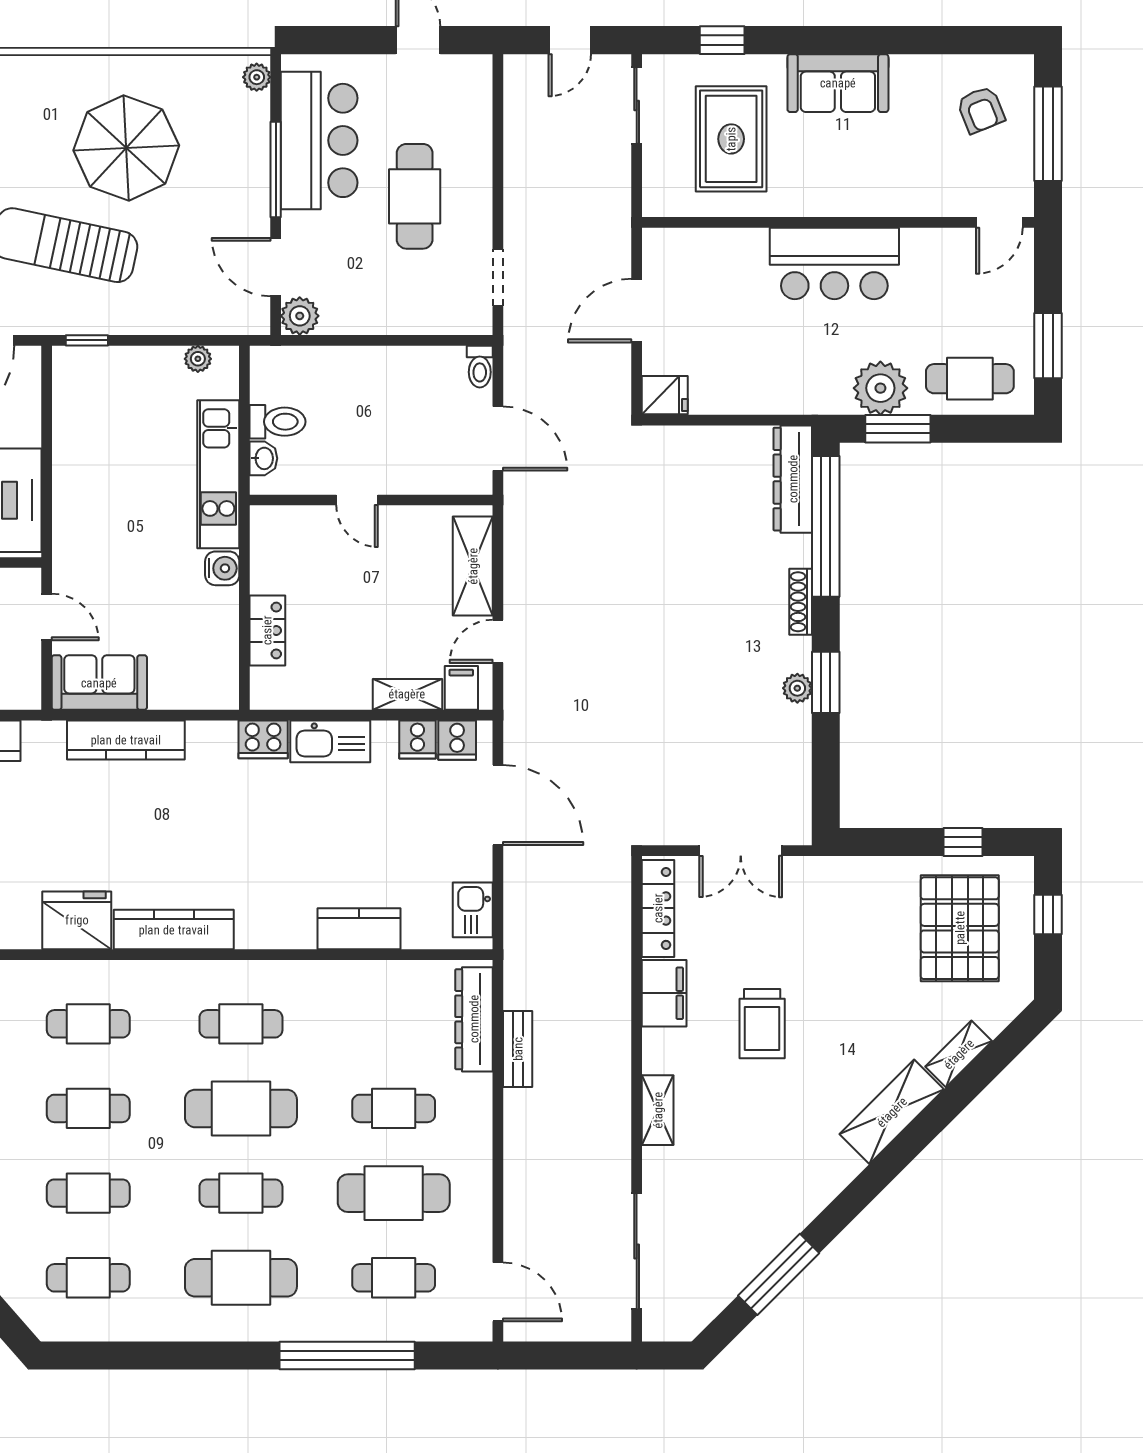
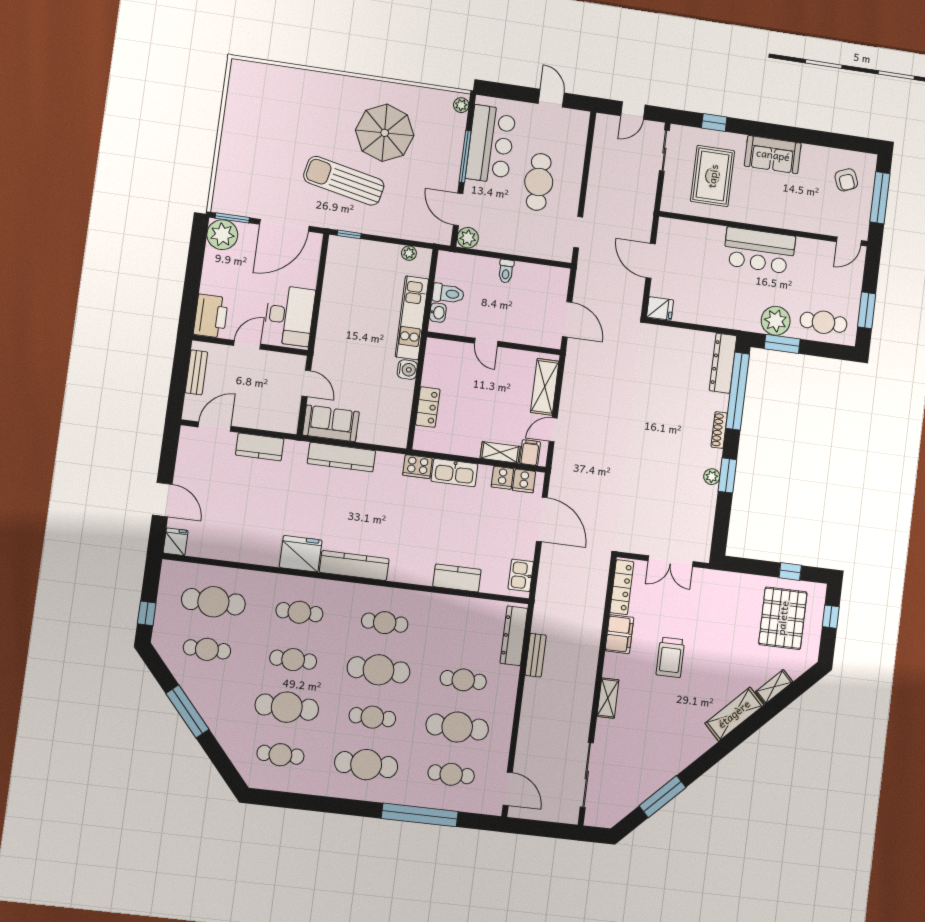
door: (637, 311) -> (651, 261), hinge flipped
toilet: (480, 367) -> (506, 271), moved
cafe table: (88, 1193) -> (287, 707), width x1.37, depth x1.35

